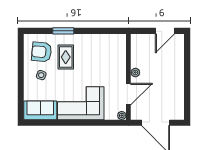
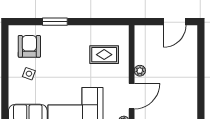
armchair: (42, 52) -> (29, 46), turned 85
rug: (66, 57) -> (104, 55), moved, turned 90

